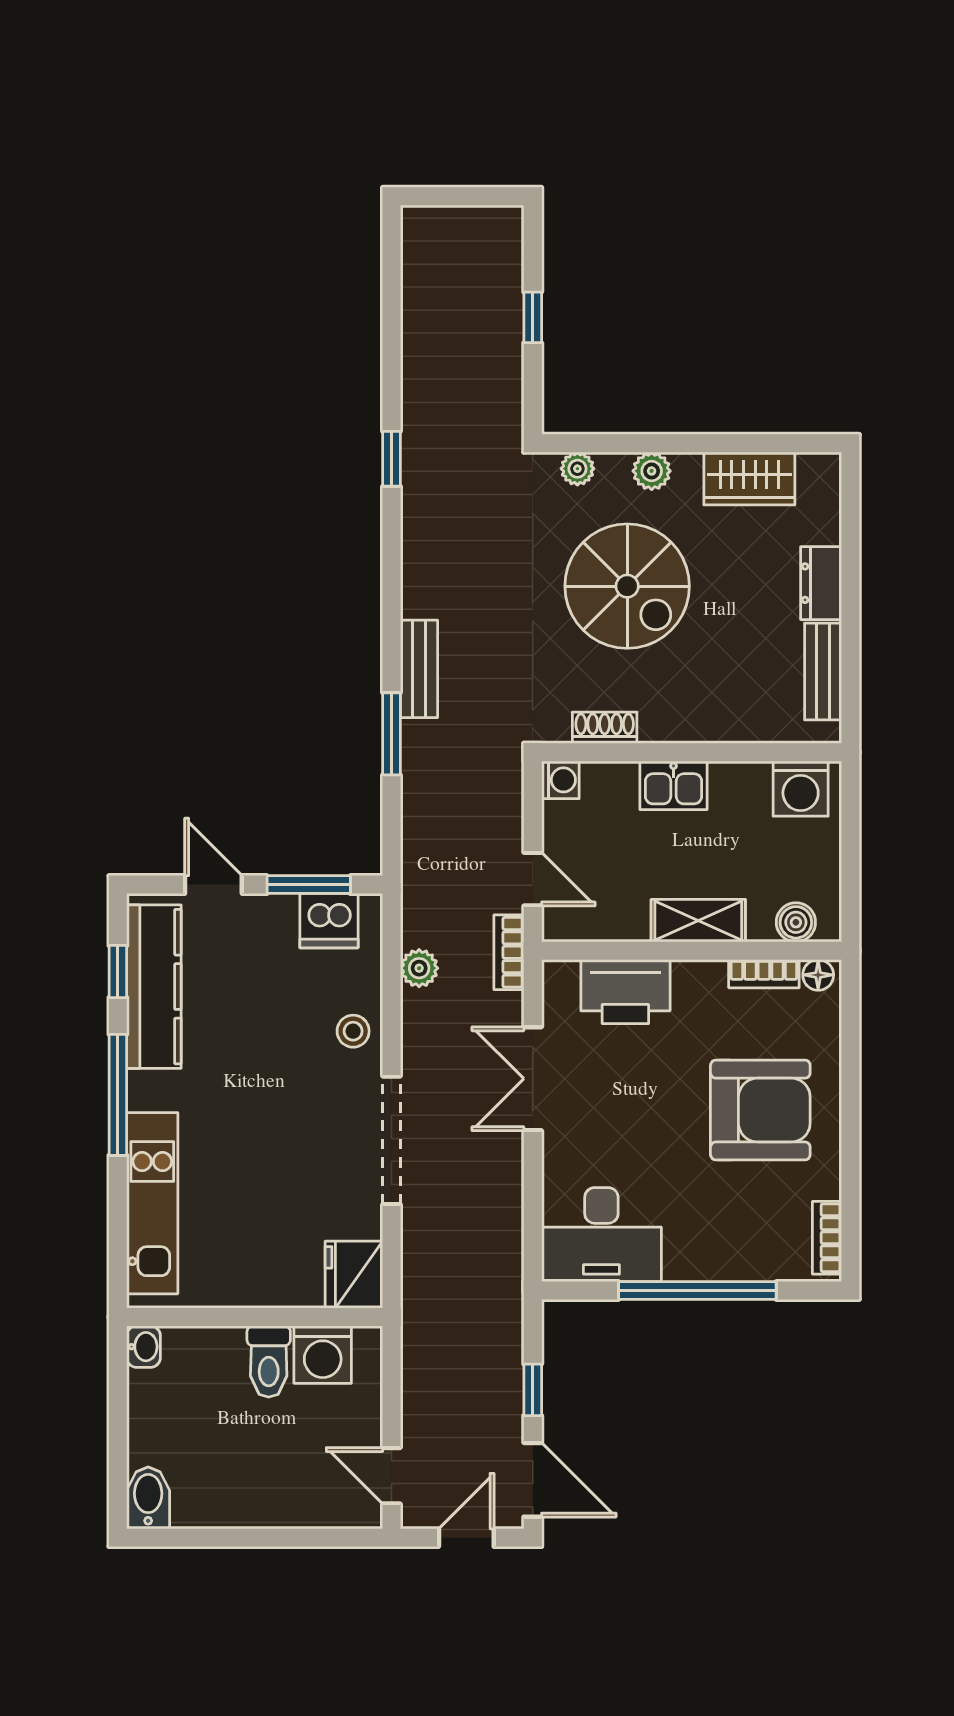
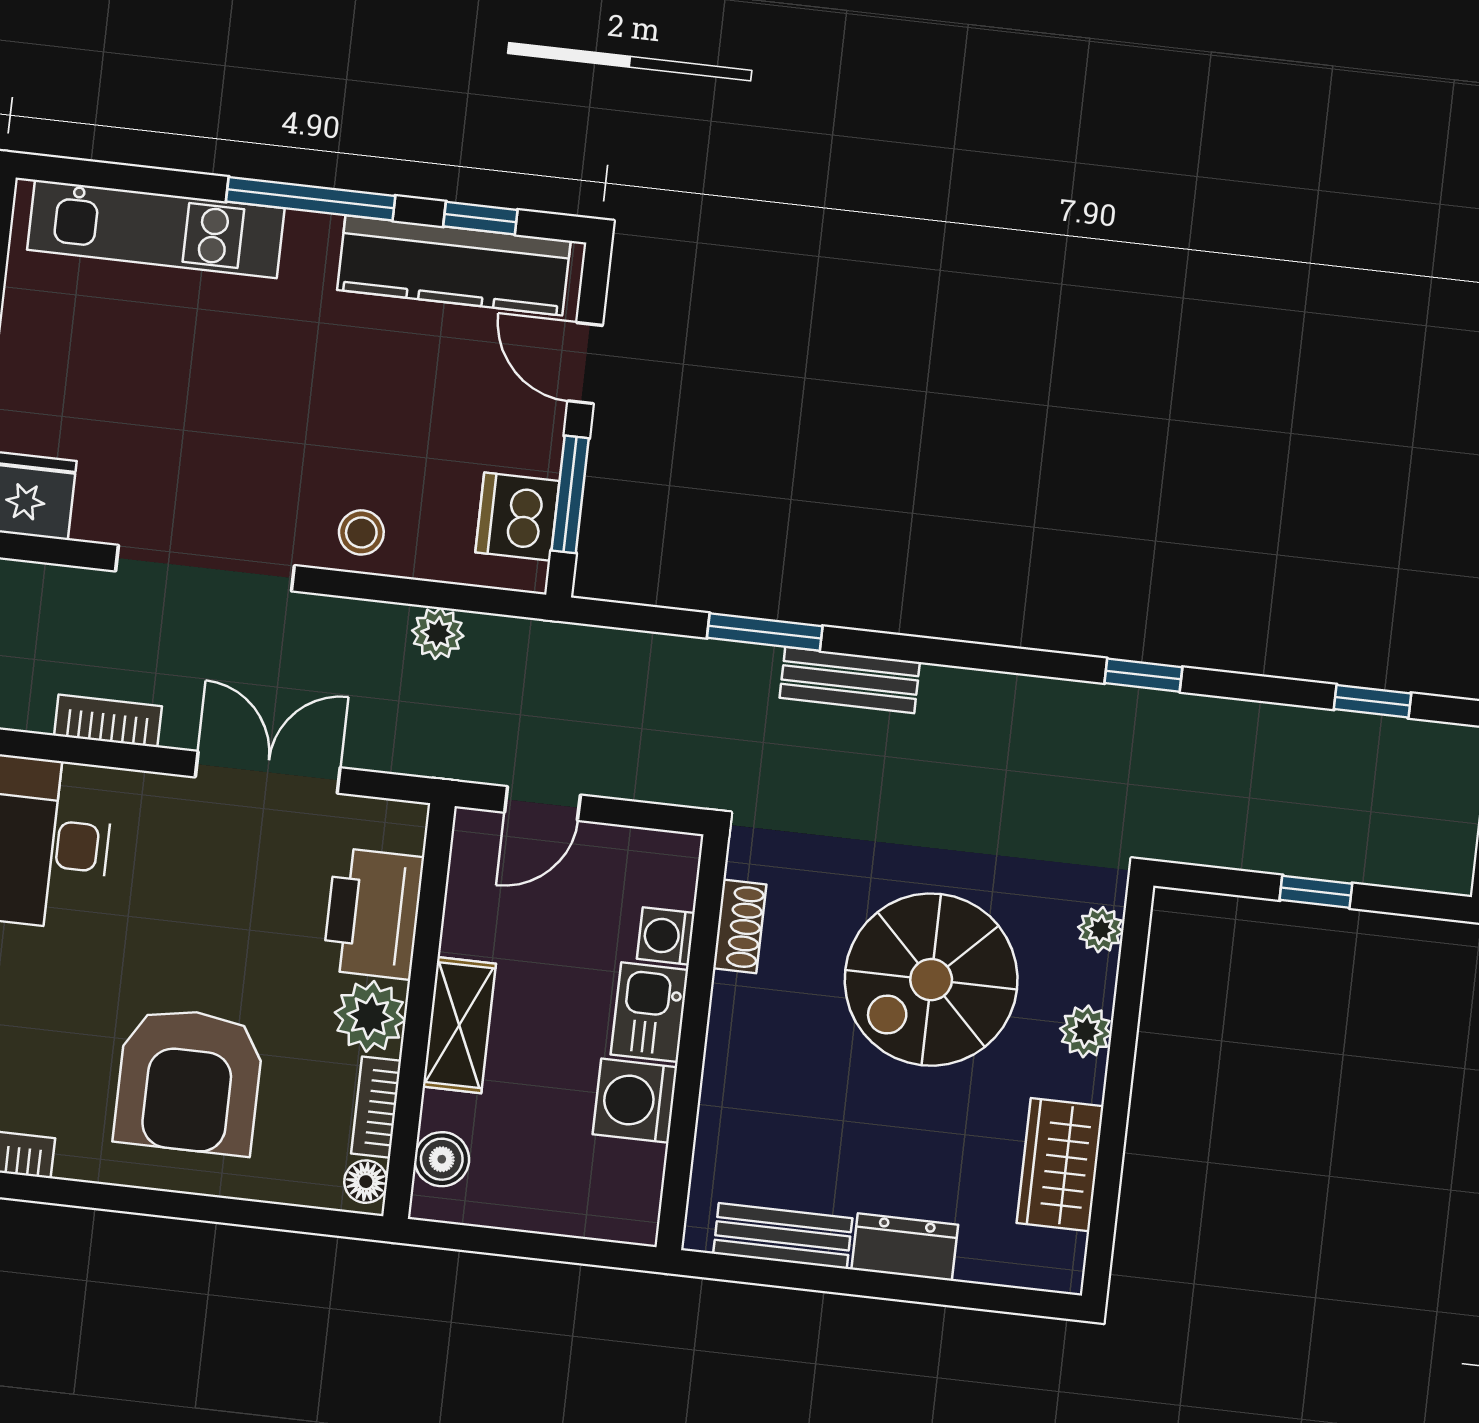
window: (391, 292) -> (1372, 701), added
washing machine: (560, 780) -> (666, 936), moved, turned 90
washing machine: (801, 789) -> (635, 1101), moved
door: (213, 885) -> (585, 363), swing flipped
bookcase: (509, 952) -> (108, 721), moved
plant: (699, 985) -> (370, 1016), added

